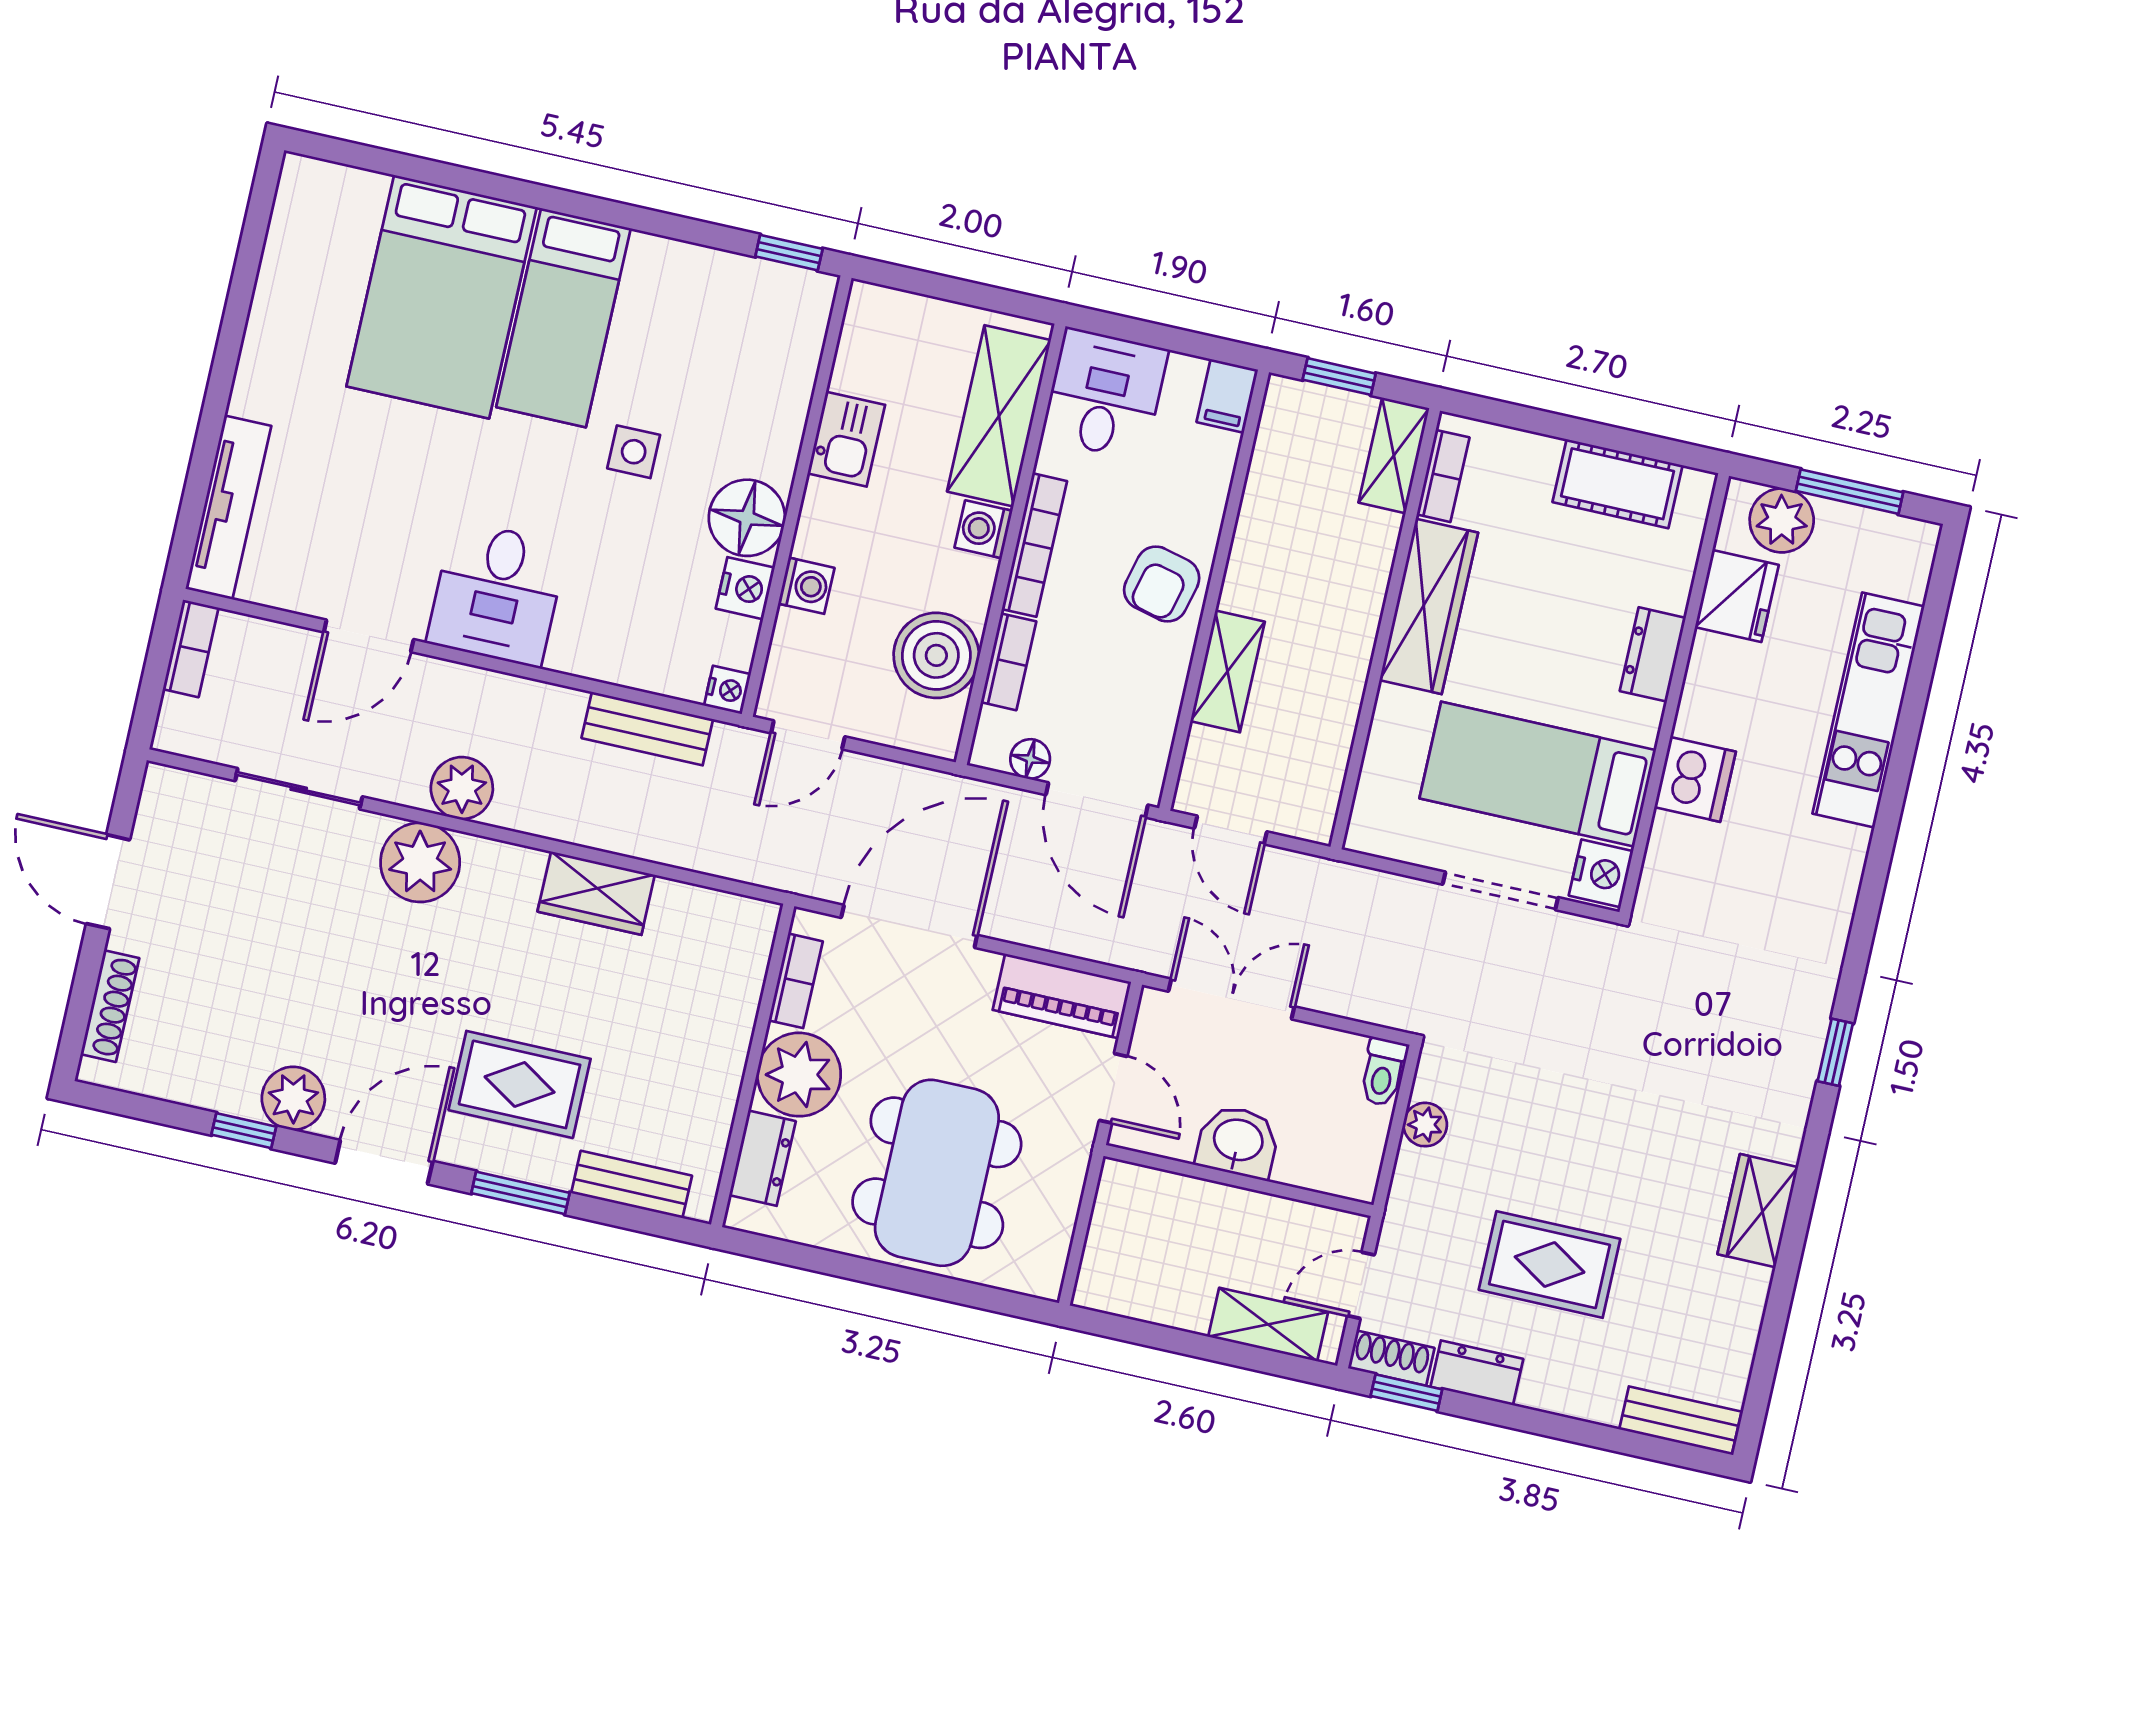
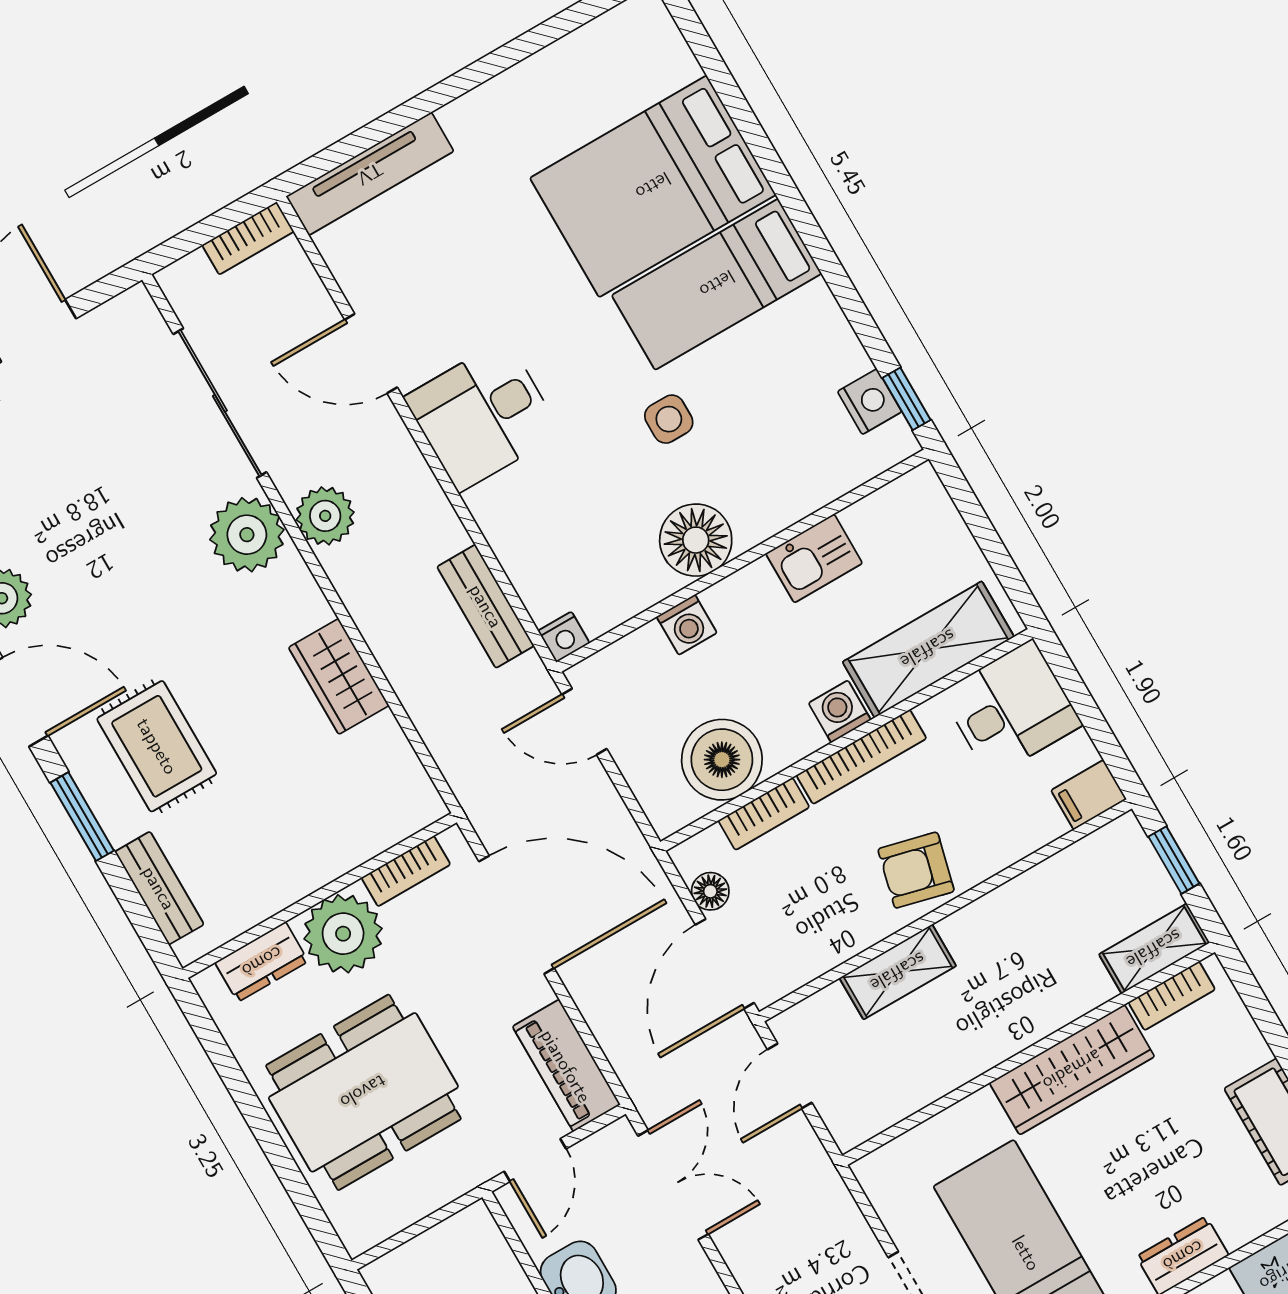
nightstand: (745, 588) -> (870, 402), moved, turned -90
sliding door: (299, 789) -> (220, 403), width x1.37

